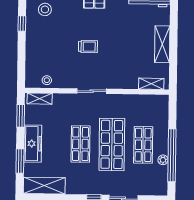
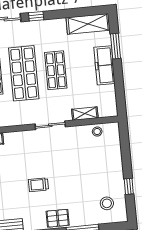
trolley: (88, 47) -> (38, 185), moved
shelving: (40, 99) -> (85, 114), moved
window: (21, 116) -> (120, 92), removed

